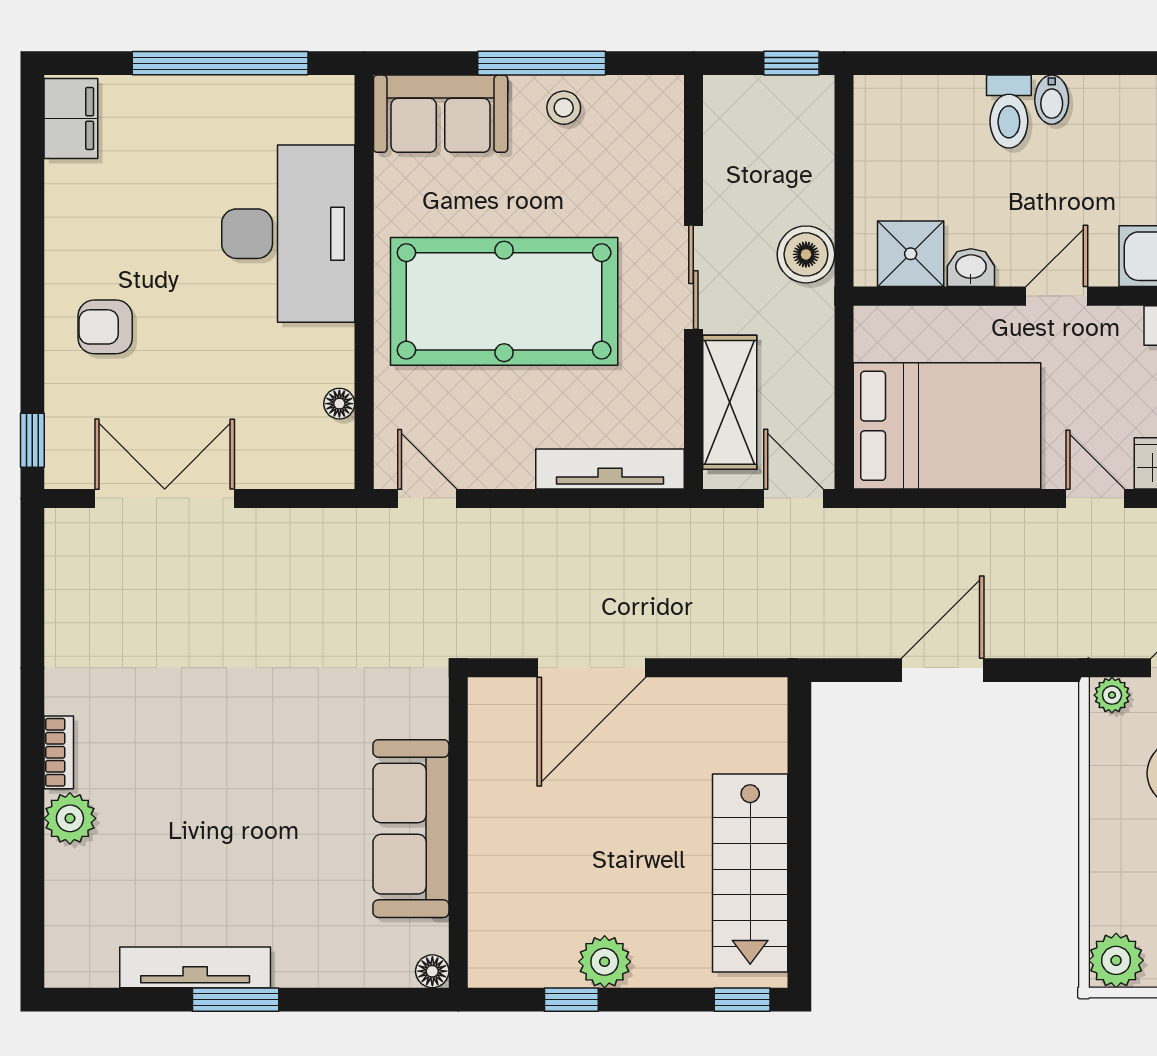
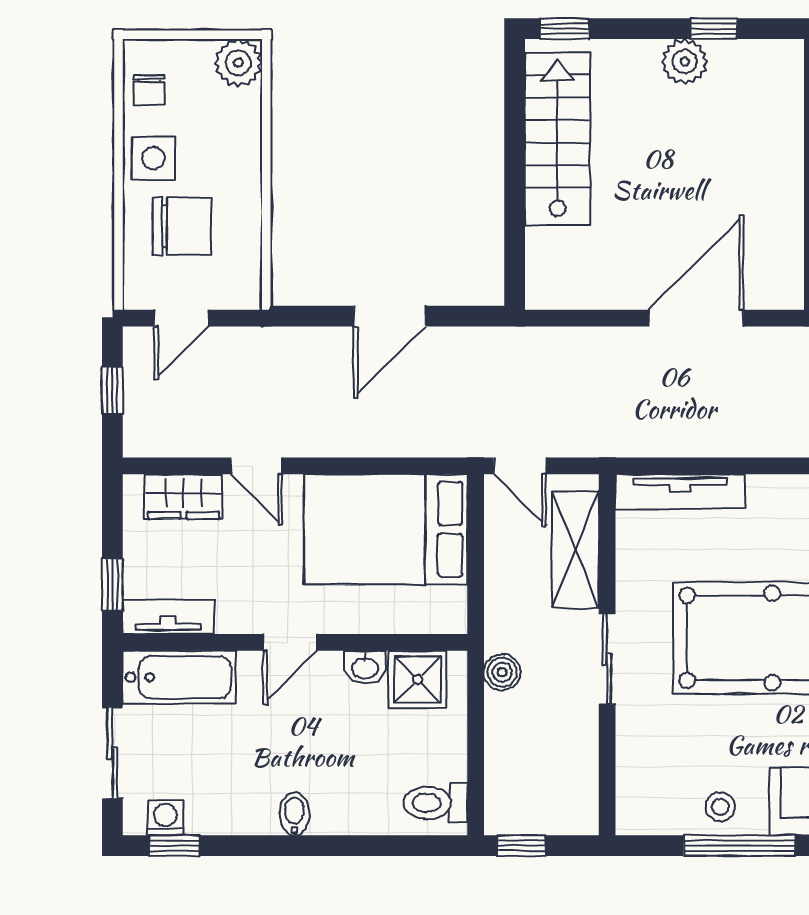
toilet: (1009, 112) -> (436, 803), moved, turned -90
boiler: (806, 254) -> (502, 672), width x0.73, depth x0.73
plant: (1112, 695) -> (242, 294), removed

